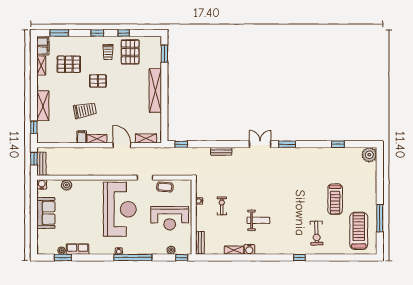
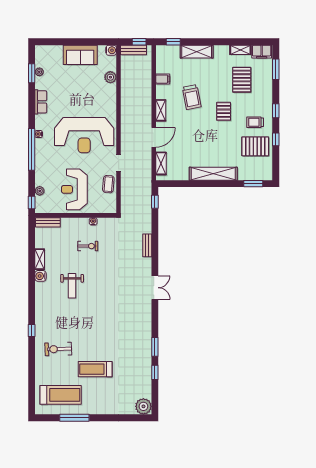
filing cabinet: (82, 137) -> (163, 79), moved
window: (287, 144) -> (155, 347), moved
row of seats: (78, 249) -> (41, 102), moved

